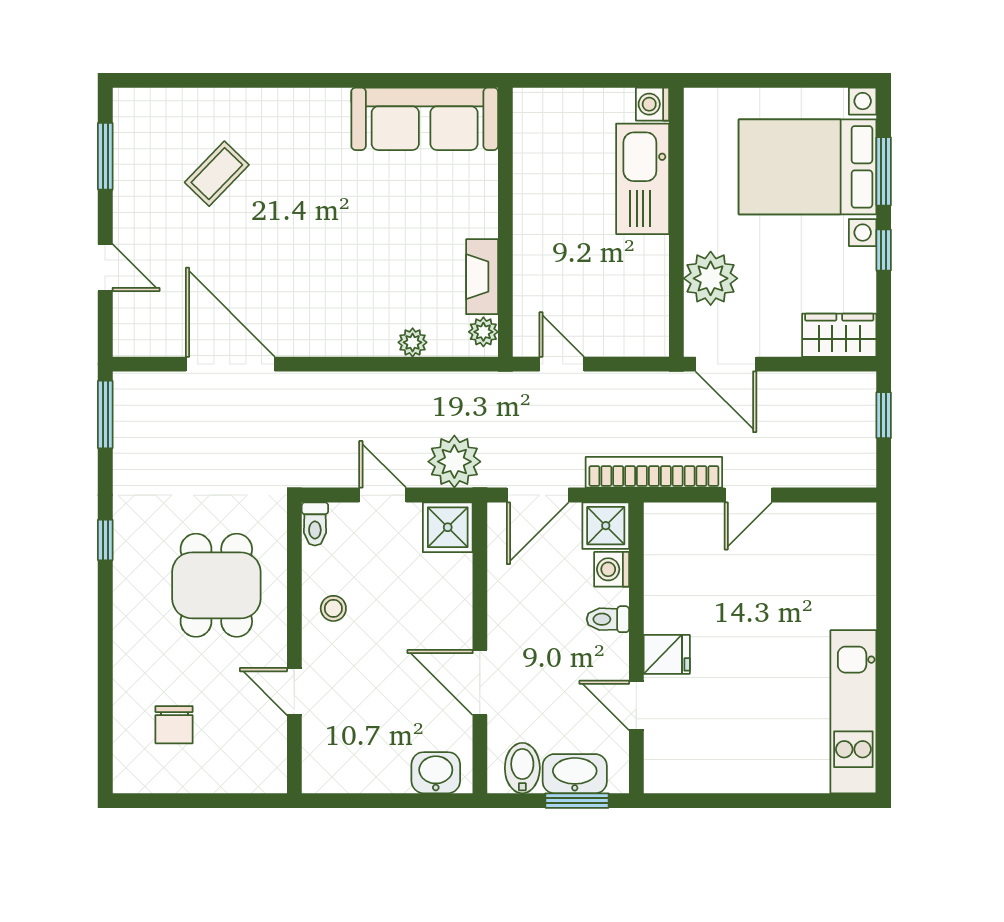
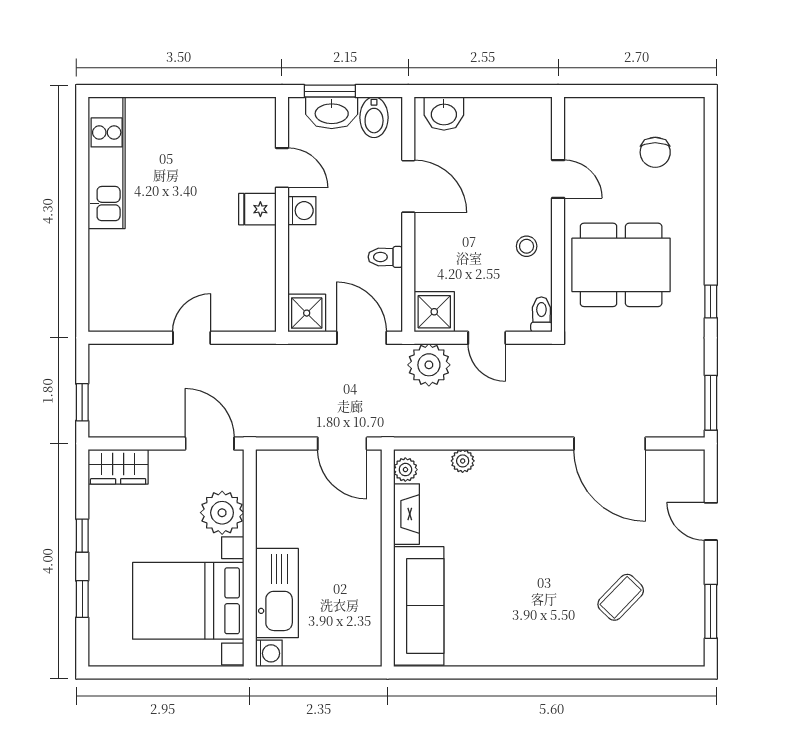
sofa: (425, 119) -> (419, 606), moved, turned 90
bed with nightstands: (808, 167) -> (188, 601), moved, turned 180
window: (884, 171) -> (82, 599), width x0.67
door: (562, 364) -> (342, 444), width x1.38
bookcase: (654, 472) -> (268, 356), removed
door: (538, 495) -> (362, 338), hinge flipped
washing machine: (612, 569) -> (302, 211), moved
dining table: (216, 585) -> (621, 265), width x1.38
toilet: (608, 619) -> (385, 257), moved, turned 180
chair: (174, 725) -> (655, 152), turned 180

